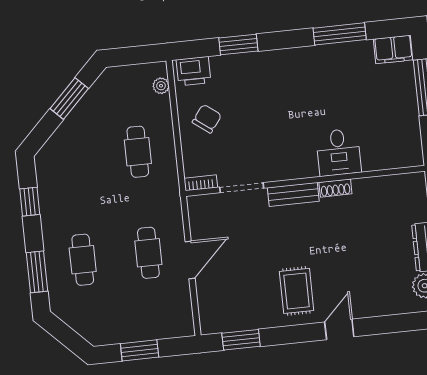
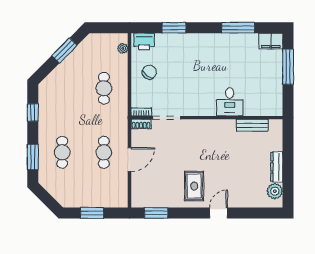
shoe rack: (335, 188) -> (141, 124), moved
bench: (293, 194) -> (252, 125), moved

